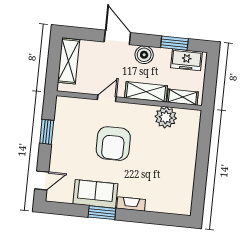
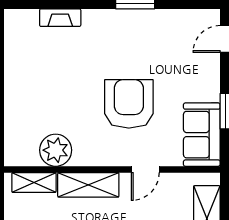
sofa: (95, 194) -> (202, 135), moved, turned 90
fireplace: (131, 204) -> (60, 18), moved

